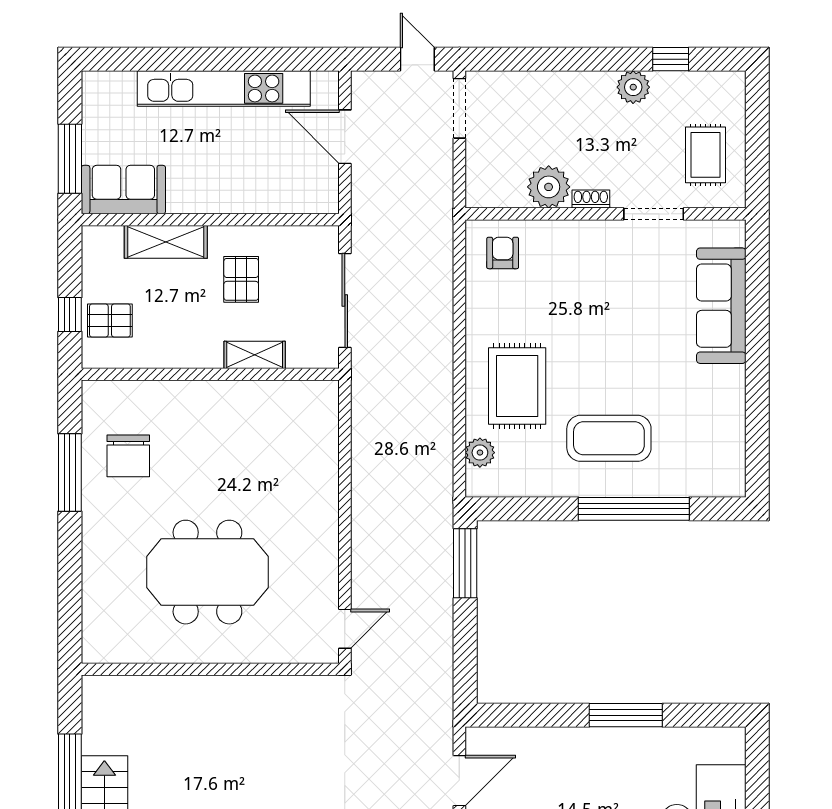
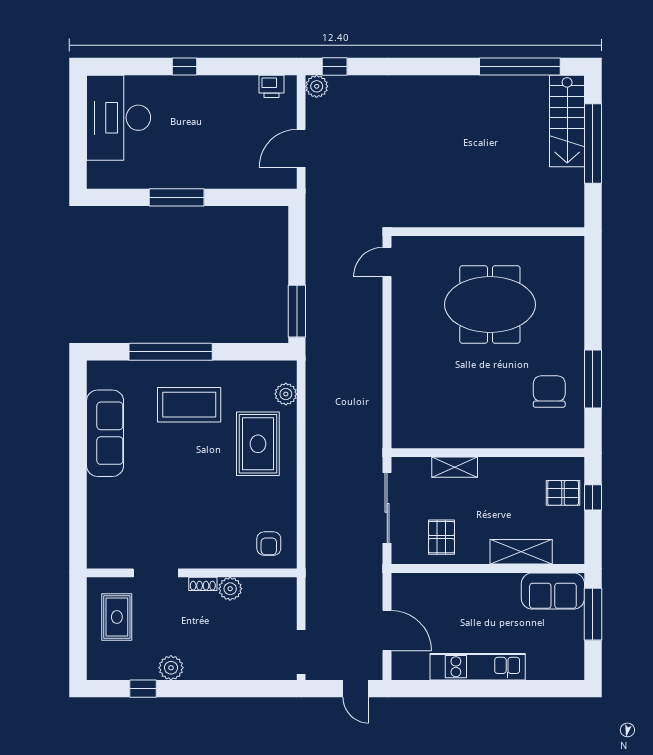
door: (417, 59) -> (356, 689), moved
kitchen unit: (224, 88) -> (478, 667), width x0.73
plant: (549, 187) -> (230, 589), width x0.73, depth x0.73
pallet: (241, 279) -> (441, 537), moved
sofa: (721, 306) -> (105, 433), moved

